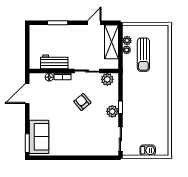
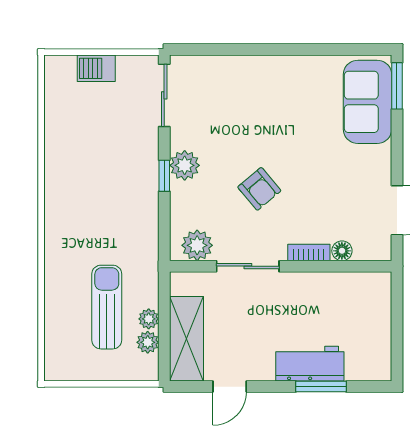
workbench: (54, 62) -> (310, 364), moved, turned 180

